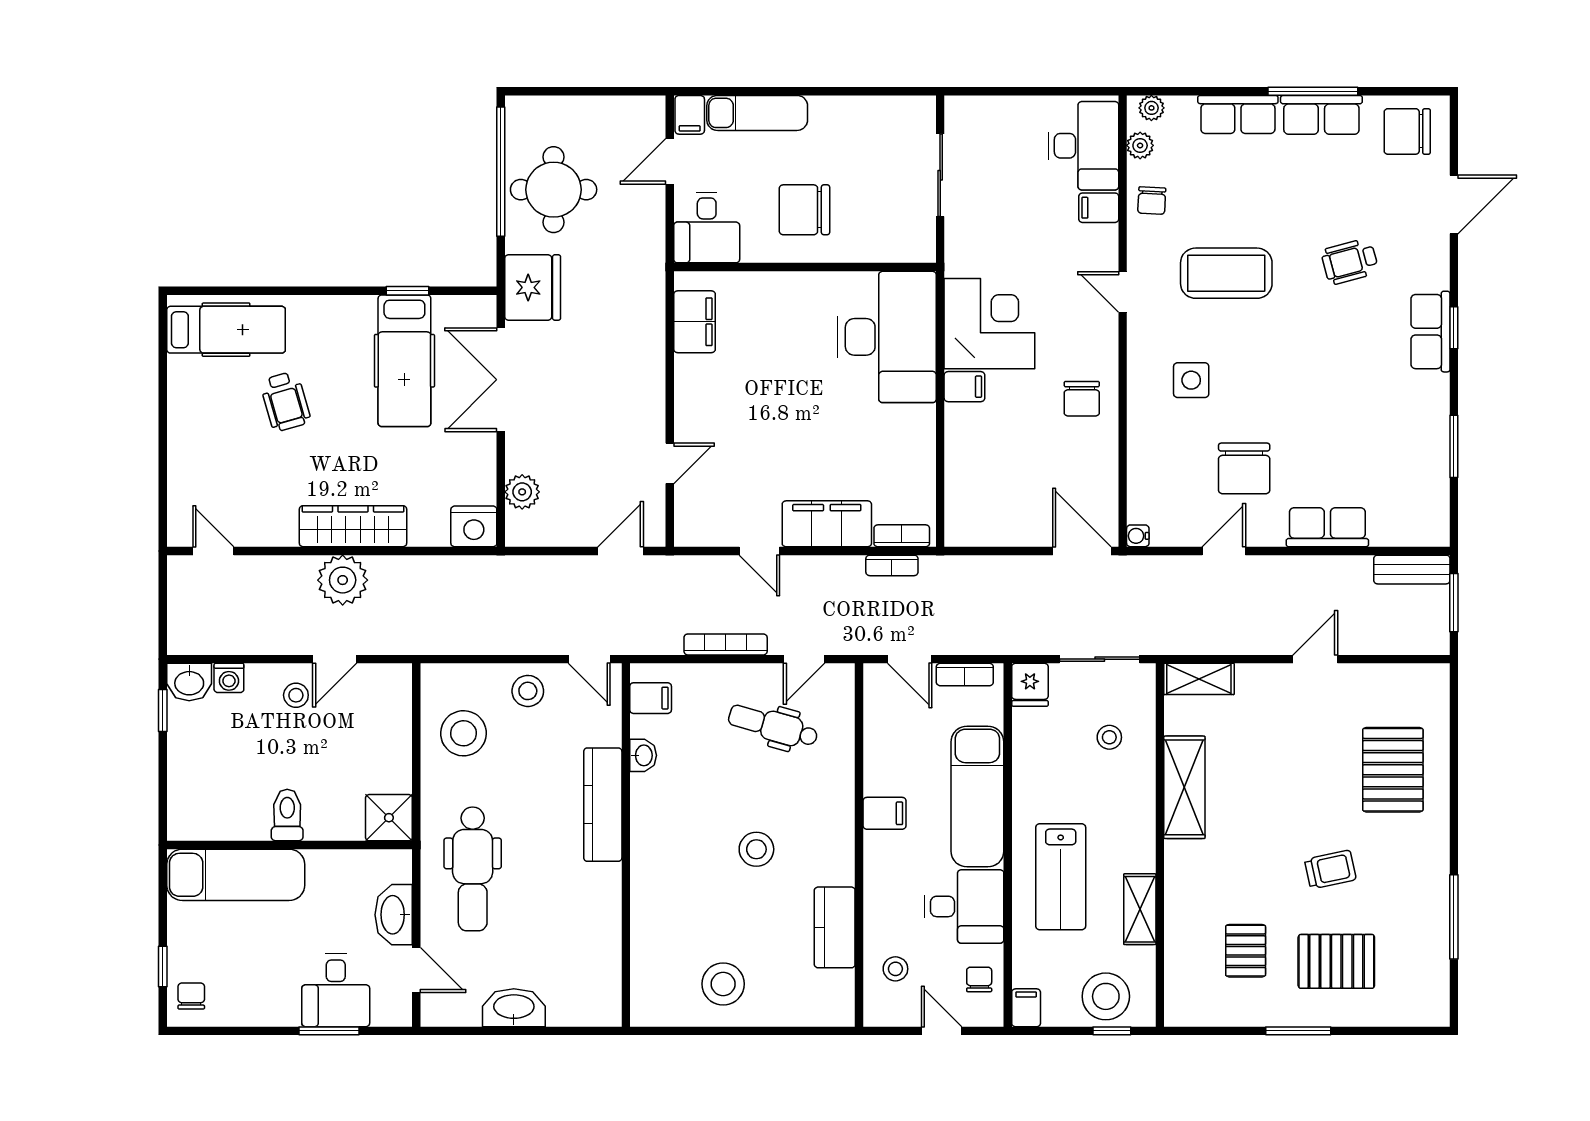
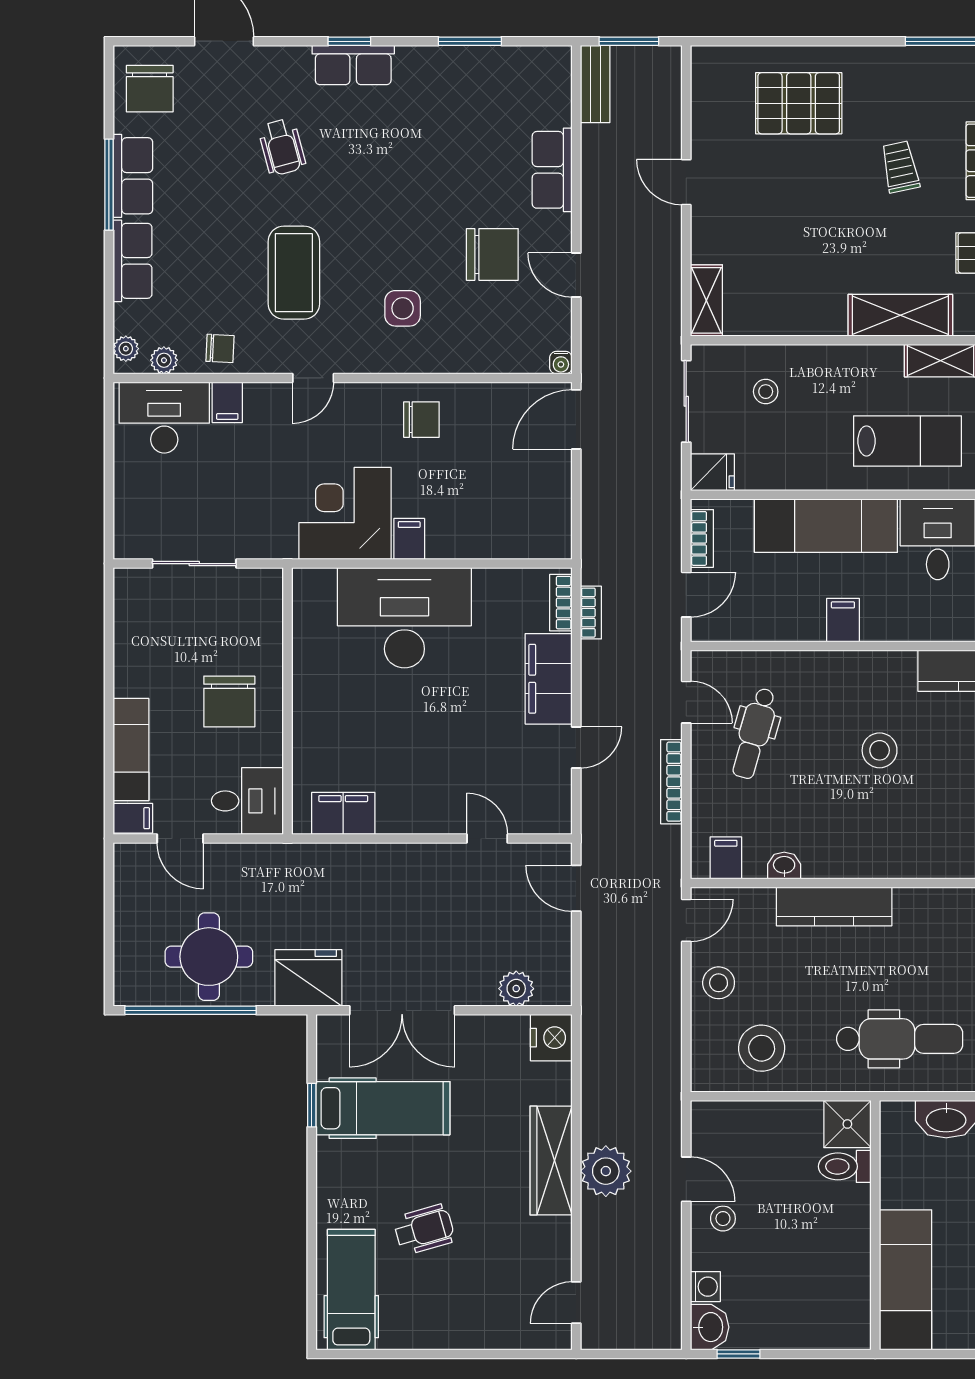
desk: (887, 337) -> (404, 618), moved
shelving: (1184, 787) -> (900, 315), moved
toilet: (287, 815) -> (845, 1166), moved

